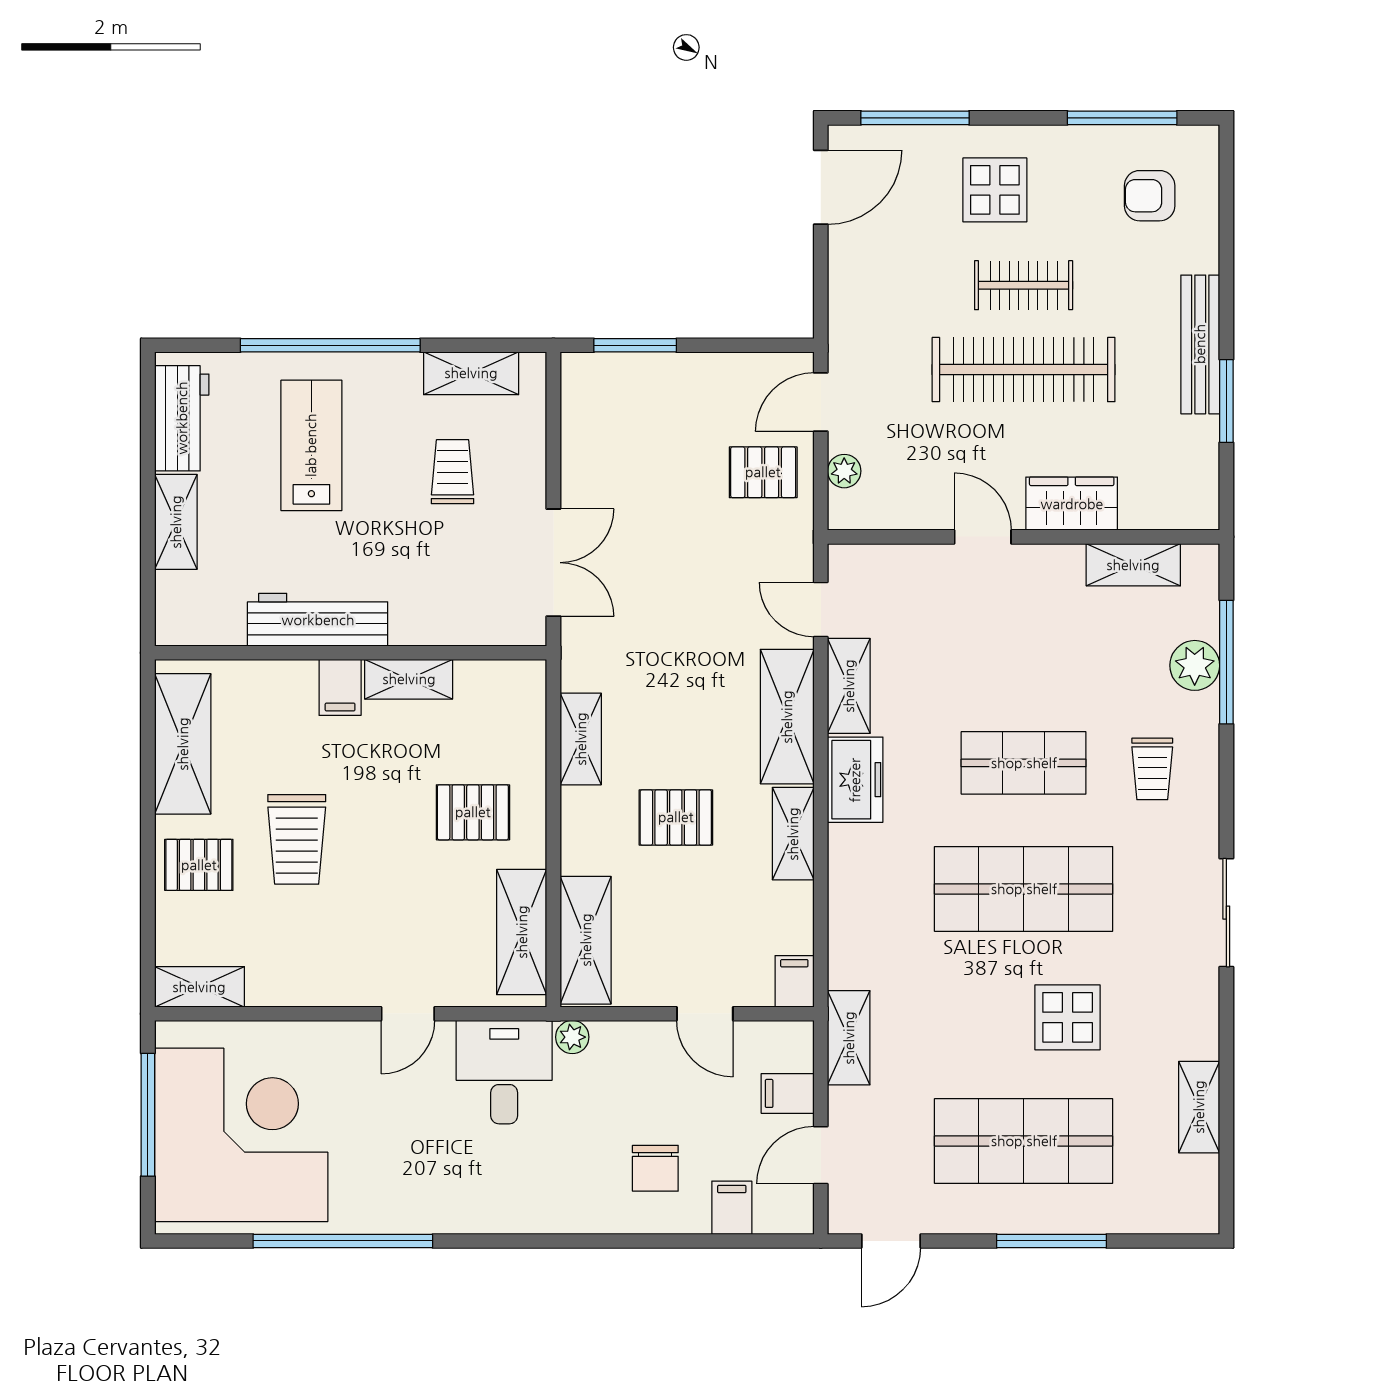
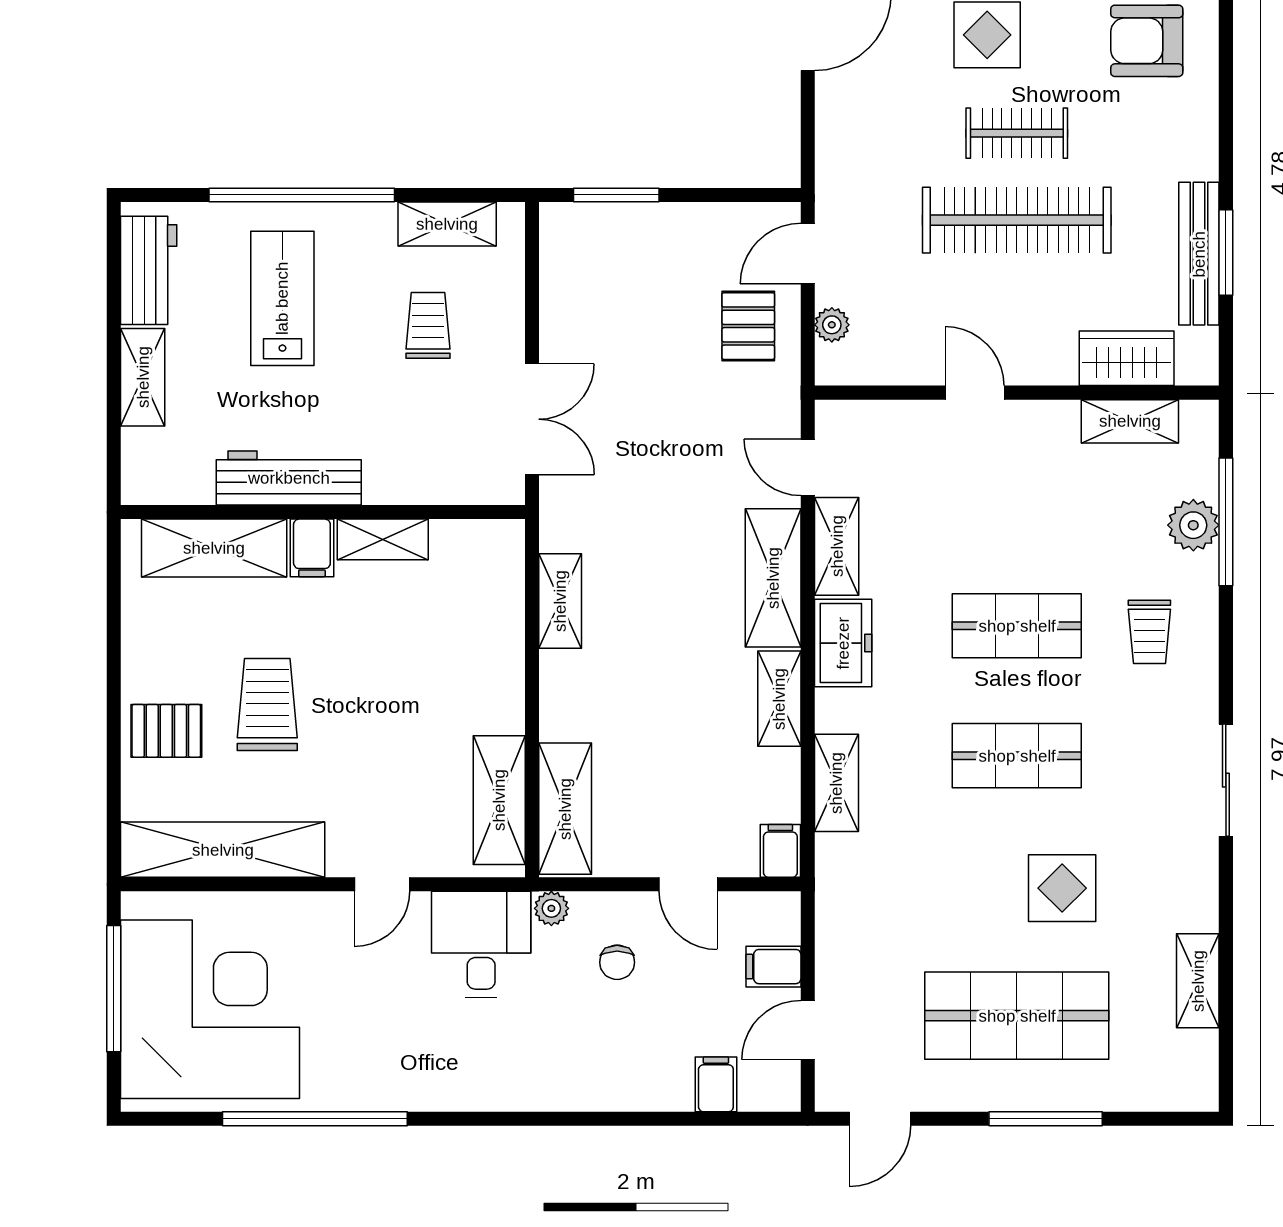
armchair: (1150, 196) -> (1147, 41), width x1.38, depth x1.38
bench: (1200, 344) -> (1199, 254), moved
pallet: (763, 472) -> (748, 326), turned 90
wardrobe: (1072, 504) -> (1127, 358), moved
shelving: (183, 744) -> (214, 548), moved, turned 90
pallet: (473, 812) -> (449, 677), removed
pallet: (676, 817) -> (658, 682), removed
trolley: (297, 839) -> (267, 705), turned 180
shop shelf: (1024, 889) -> (1017, 756), width x0.70, depth x0.74
shelving: (199, 987) -> (223, 850), width x2.20, depth x1.33
shelving: (849, 1038) -> (836, 783), moved
chair: (655, 1168) -> (617, 962), moved, width x0.73, depth x0.73

